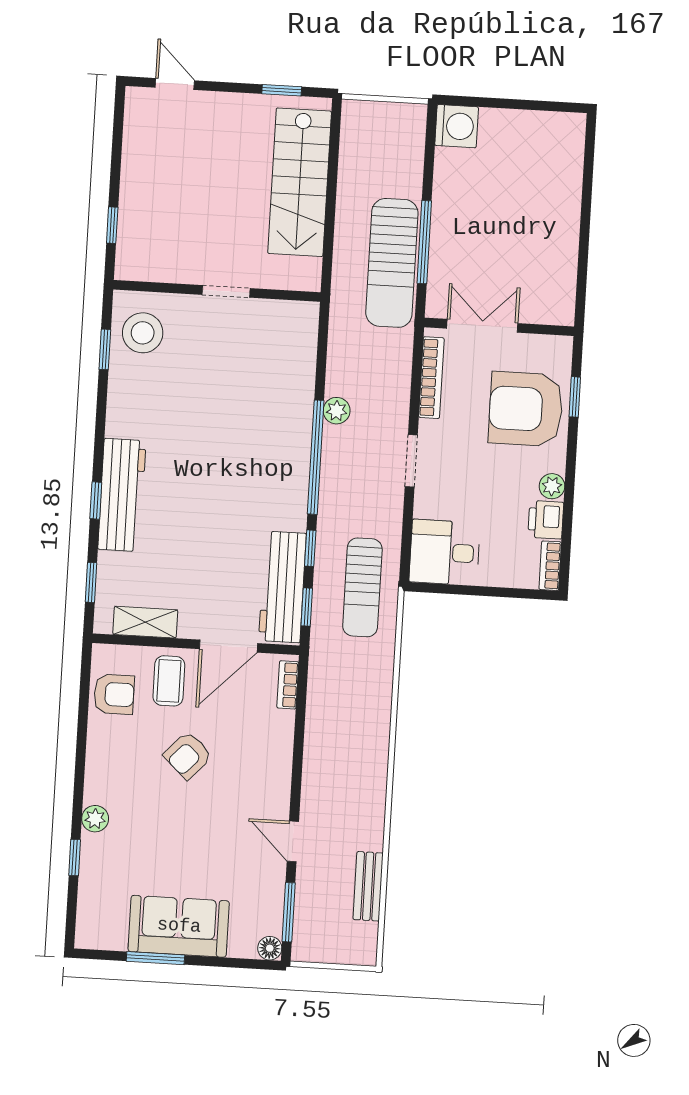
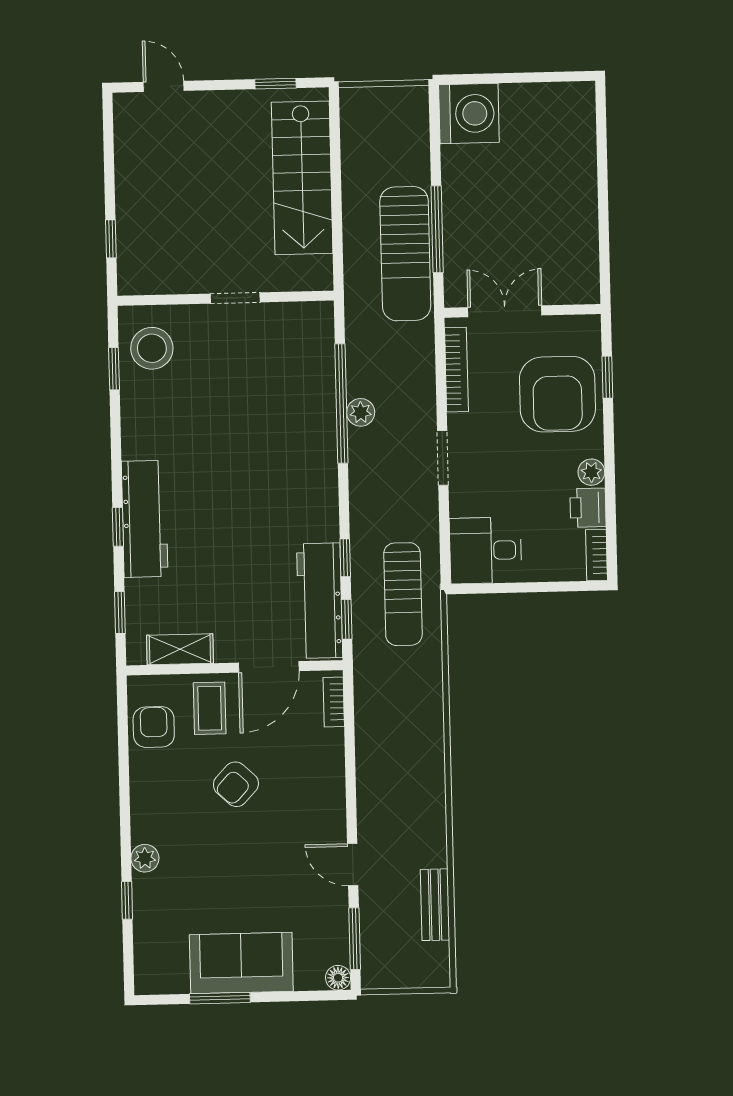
washing machine: (457, 126) -> (469, 114), width x1.37, depth x1.37
armchair: (526, 409) -> (557, 394), turned -90
window: (316, 457) -> (341, 403), moved
armchair: (114, 694) -> (154, 727), turned -90

